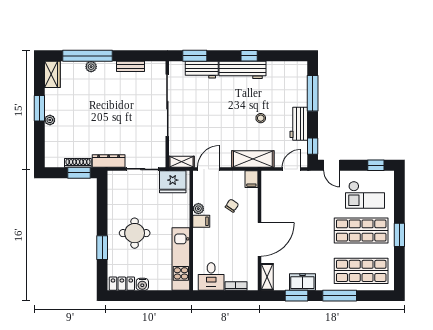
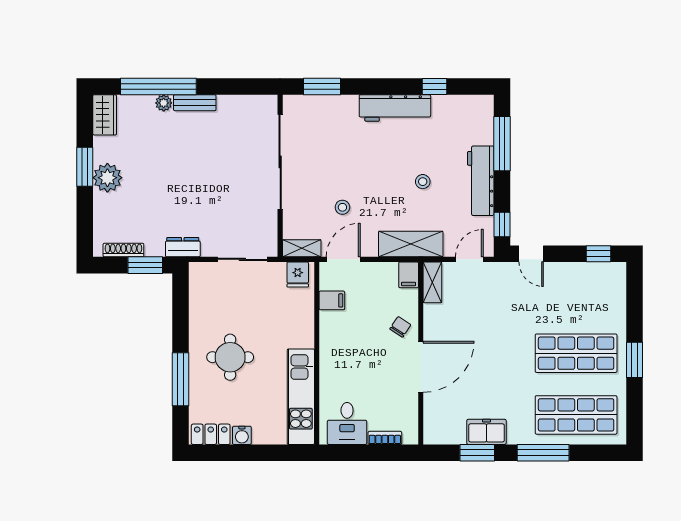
window: (249, 56) -> (434, 86), moved
bench: (131, 66) -> (195, 103), moved
workbench: (202, 70) -> (333, 107), removed
plant: (50, 120) -> (107, 178), width x1.87, depth x1.87
workbench: (299, 124) -> (481, 181), width x1.38
stool: (208, 135) -> (342, 207), added
dresser: (109, 161) -> (183, 247), width x0.70
shoe rack: (78, 163) -> (123, 250), moved
fridge: (173, 182) -> (298, 275), width x0.53, depth x0.75
checkout: (365, 195) -> (582, 299), removed
chair: (232, 206) -> (400, 327), moved
plant: (198, 209) -> (327, 320), removed
filing cabinet: (201, 221) -> (332, 300), moved
window: (102, 248) -> (181, 379), width x1.44
shelving: (267, 277) -> (432, 282), moved

